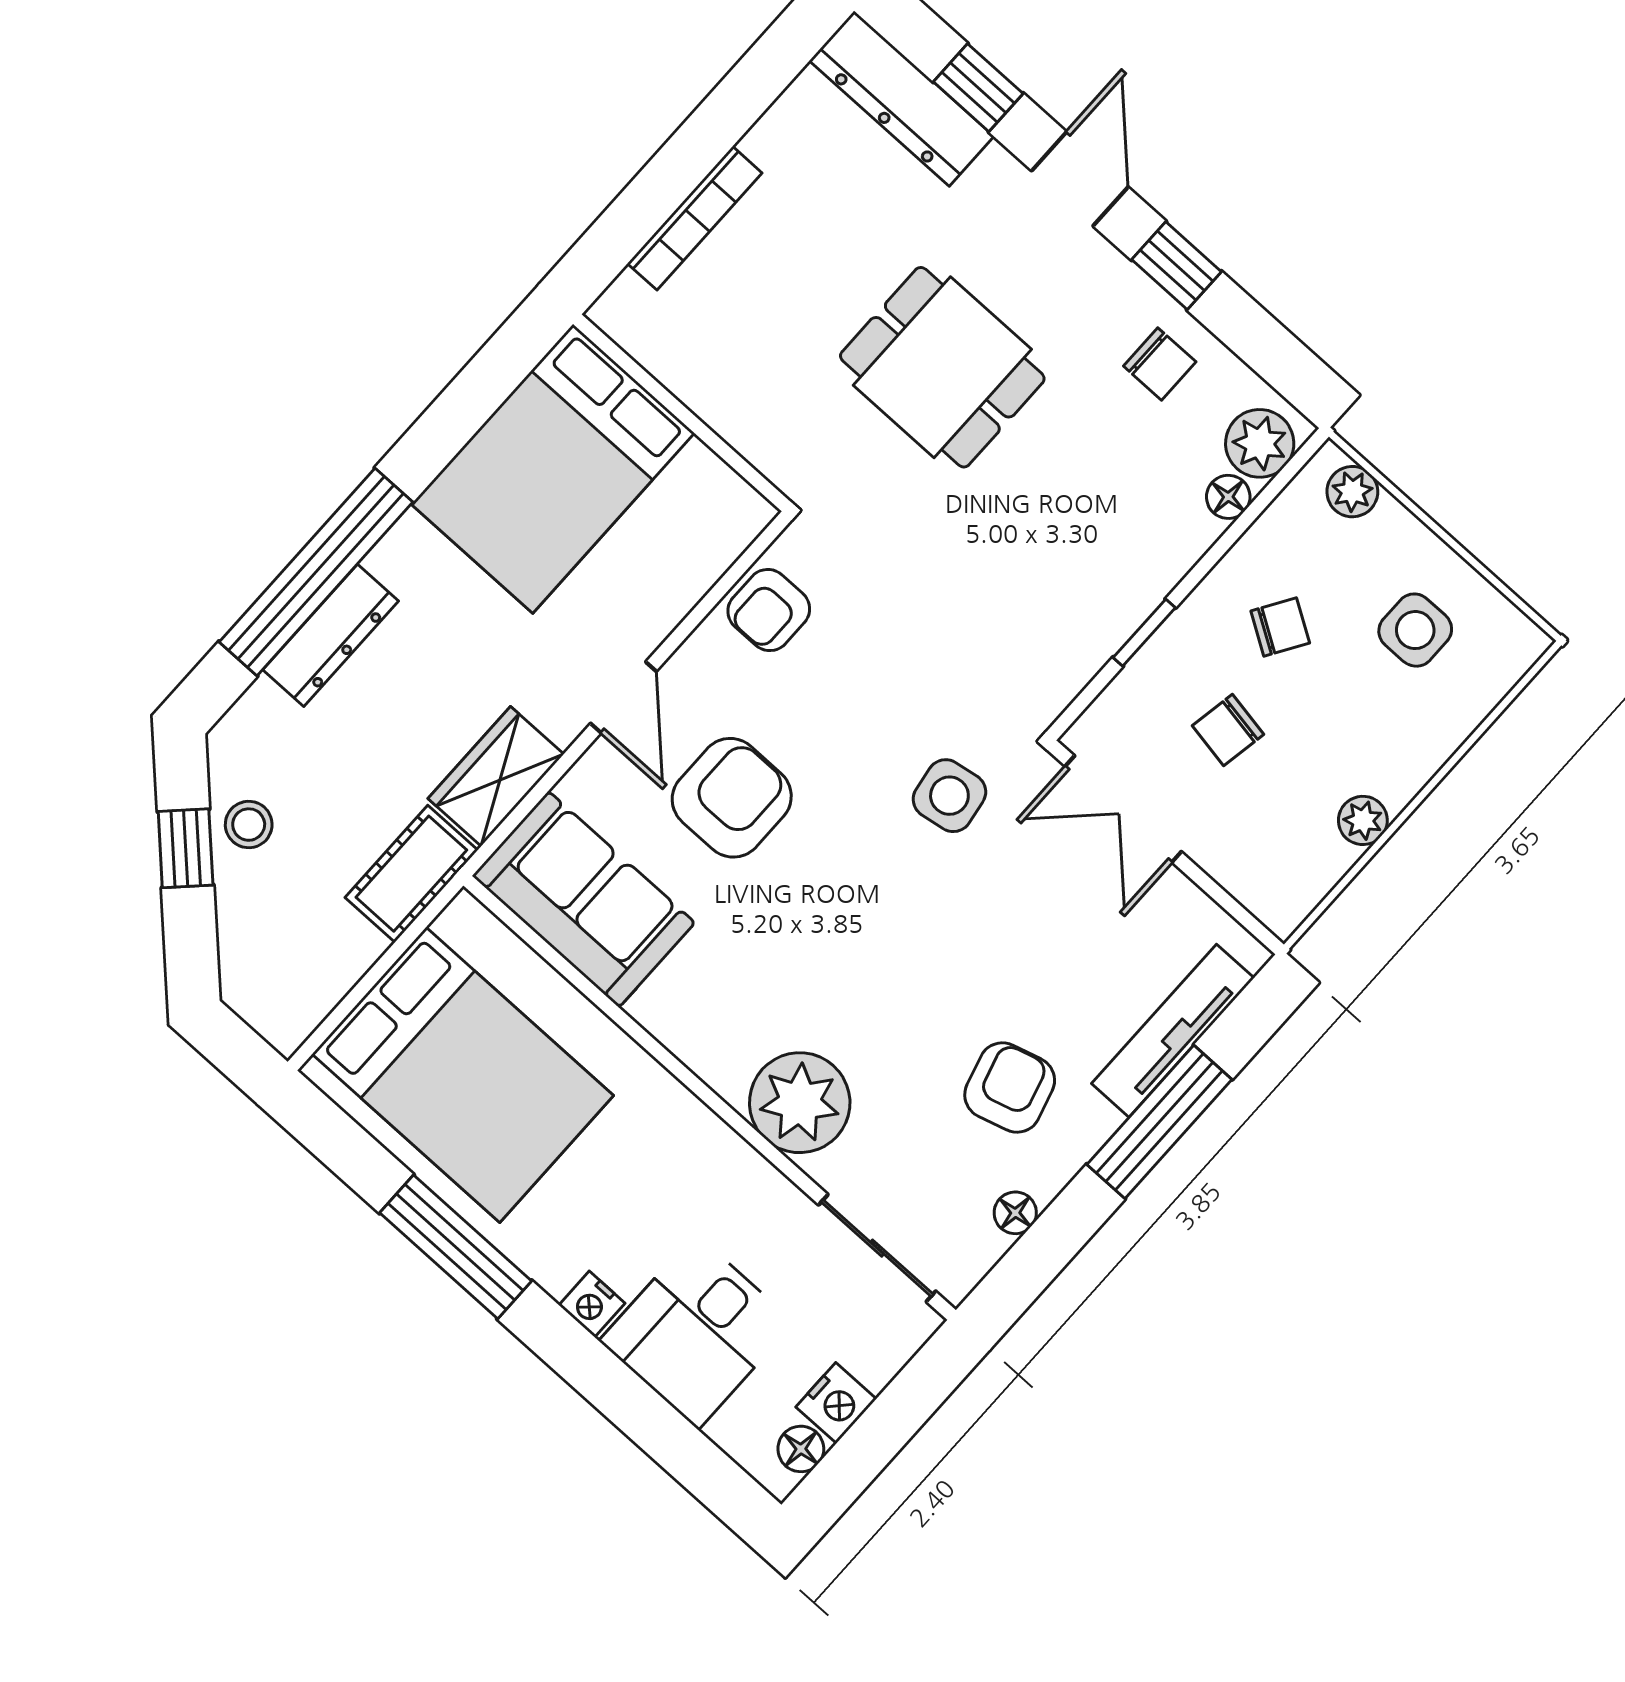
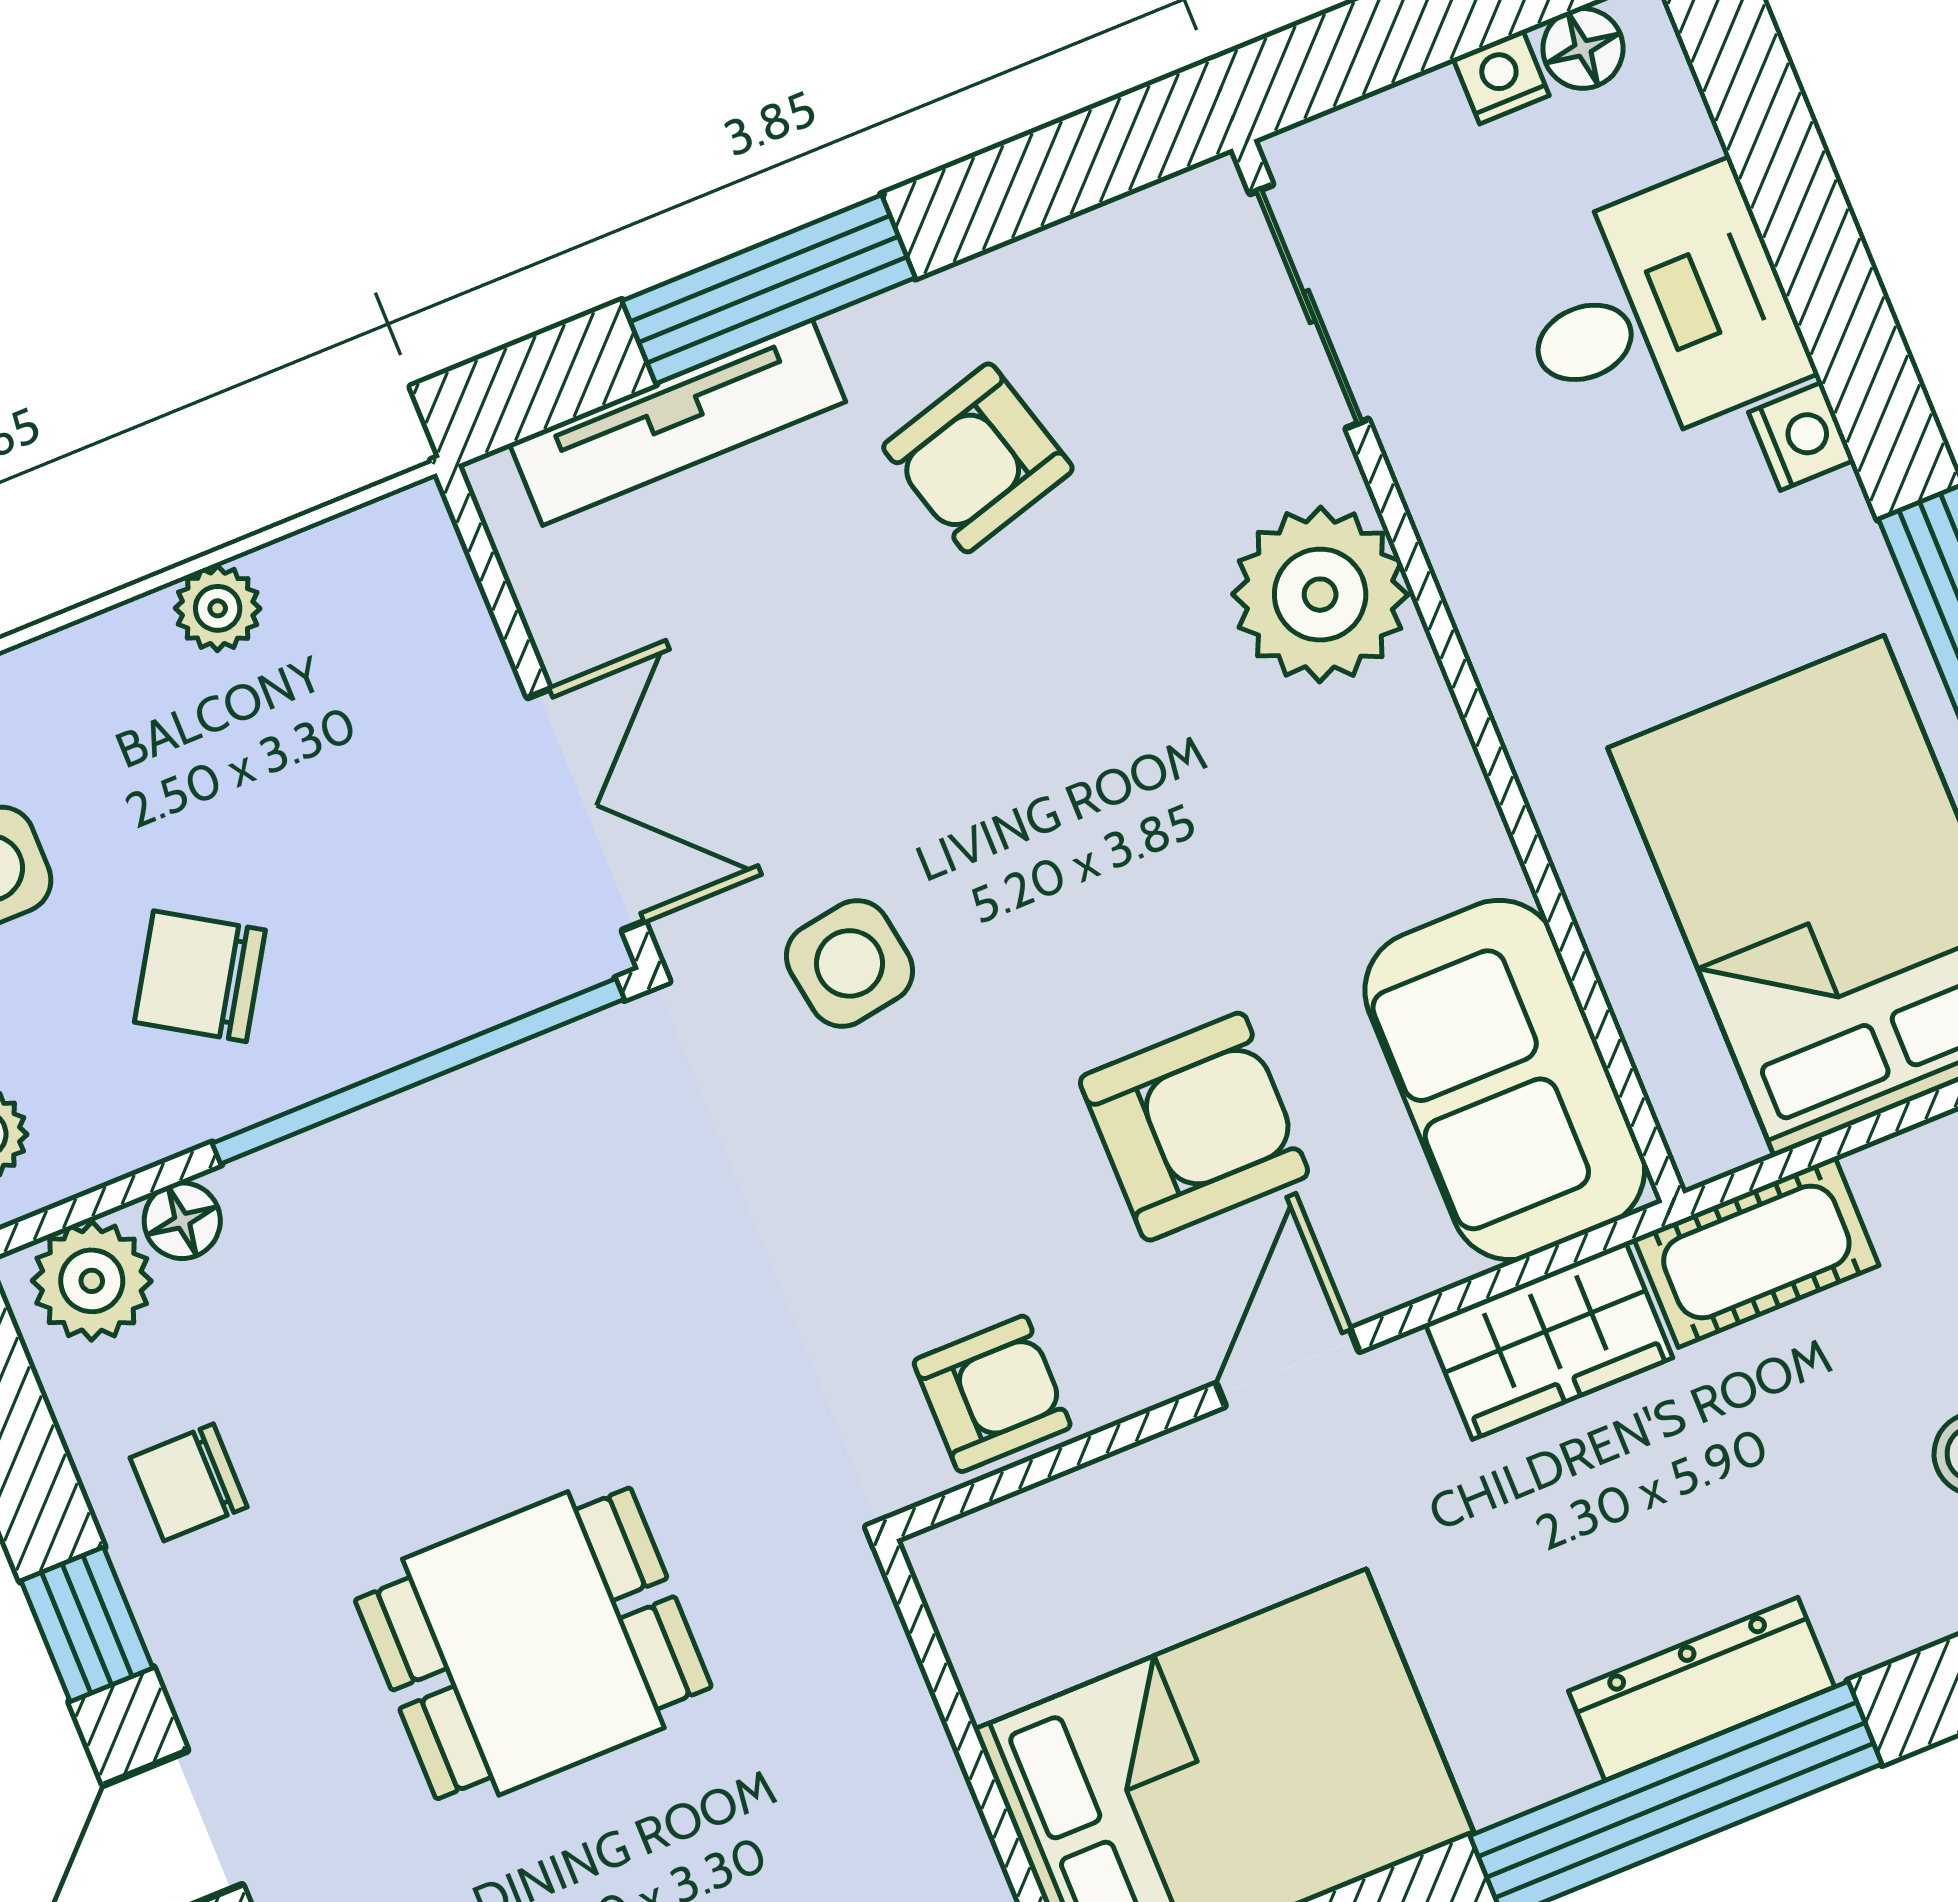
chair: (1160, 364) -> (189, 1482), turned -90
dining table: (942, 367) -> (533, 1643), turned 90
chair: (1280, 627) -> (200, 976), width x1.37, depth x1.37
window: (1144, 633) -> (418, 1071), width x3.17
chair: (1228, 730) -> (361, 854), removed
armchair: (732, 798) -> (1194, 1127), turned 180
floor lamp: (1015, 1213) -> (1065, 256), removed
nightstand: (836, 1403) -> (1501, 77), width x0.72, depth x0.74

